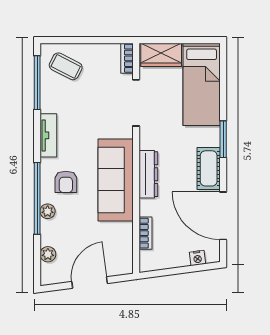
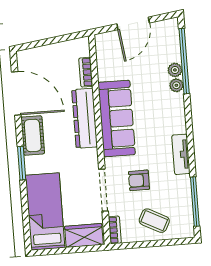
coffee table: (66, 66) -> (154, 221), moved
dresser: (148, 174) -> (85, 118), width x1.37, depth x1.24
armchair: (66, 182) -> (139, 180), moved, turned -90
window: (37, 198) -> (184, 61), moved
plant: (48, 254) -> (175, 70), moved
nightstand: (197, 258) -> (37, 53), removed

